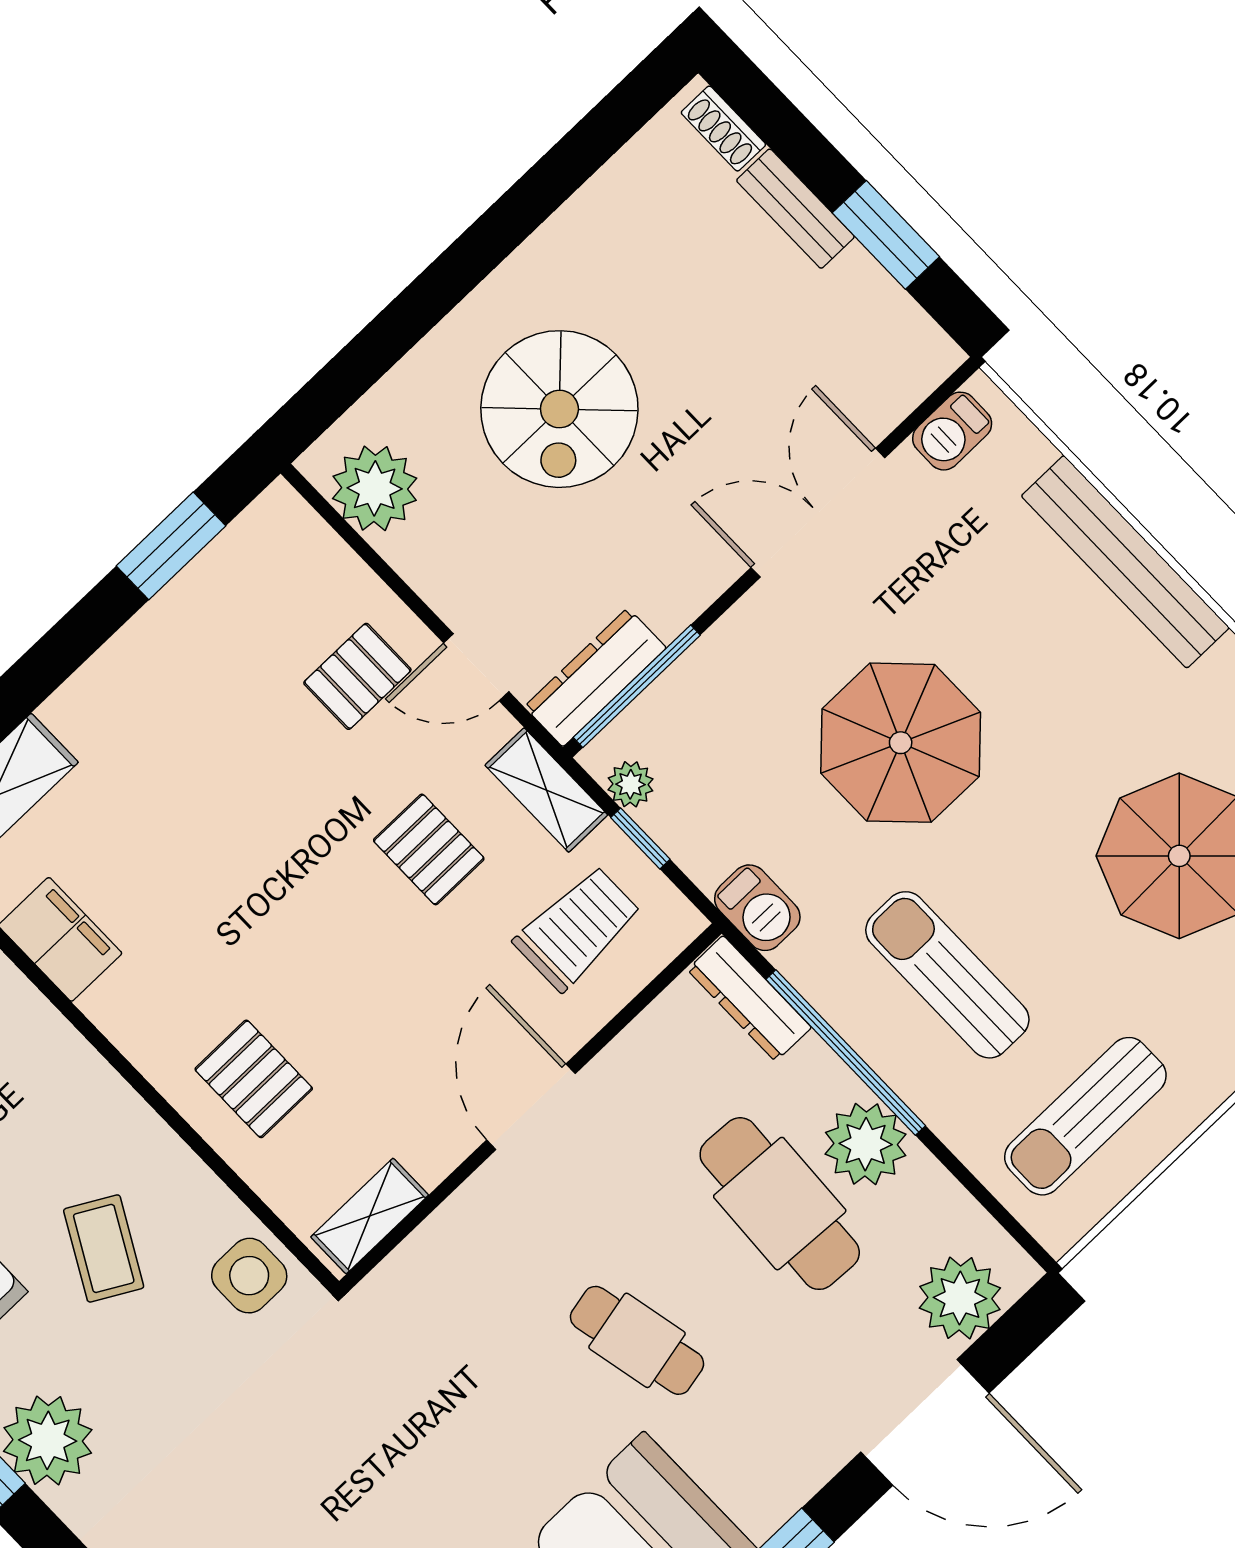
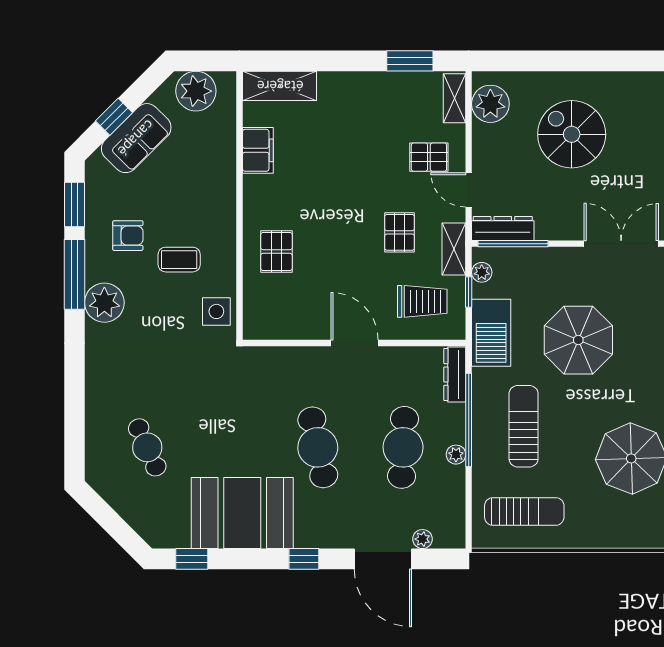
spiral stairs: (559, 409) -> (572, 134), turned 90
barbecue: (757, 908) -> (491, 333), width x1.88, depth x1.53
door: (531, 1107) -> (354, 343), hinge flipped
sun lounger: (1085, 1116) -> (524, 511), turned 180
plant: (866, 1144) -> (456, 455), width x0.53, depth x0.53
shelving: (370, 1216) -> (454, 98), moved, turned 90
coffee table: (104, 1248) -> (179, 260), turned 61
plant: (960, 1298) -> (422, 539), width x0.53, depth x0.53
cafe table: (637, 1340) -> (318, 447), width x1.37, depth x1.35

